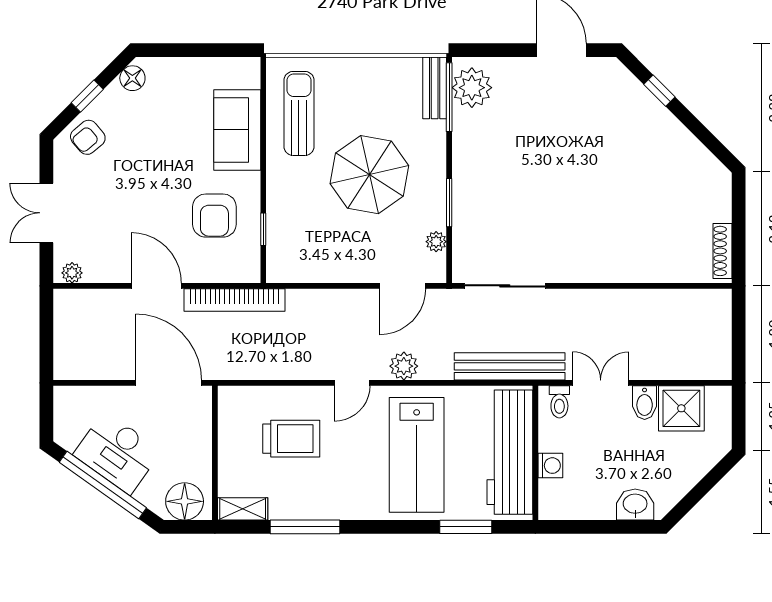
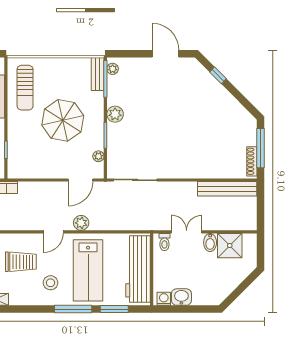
plant: (472, 88) -> (113, 69), width x0.53, depth x0.53
sun lounger: (299, 113) -> (25, 88), turned 180
plant: (467, 163) -> (115, 114), added
window: (739, 226) -> (260, 148), added
bench: (510, 366) -> (227, 189), moved
washing machine: (550, 466) -> (164, 299), moved, turned -90
stool: (347, 478) -> (51, 283), added
washbasin: (635, 505) -> (181, 297), moved
window: (305, 527) -> (73, 309), moved

